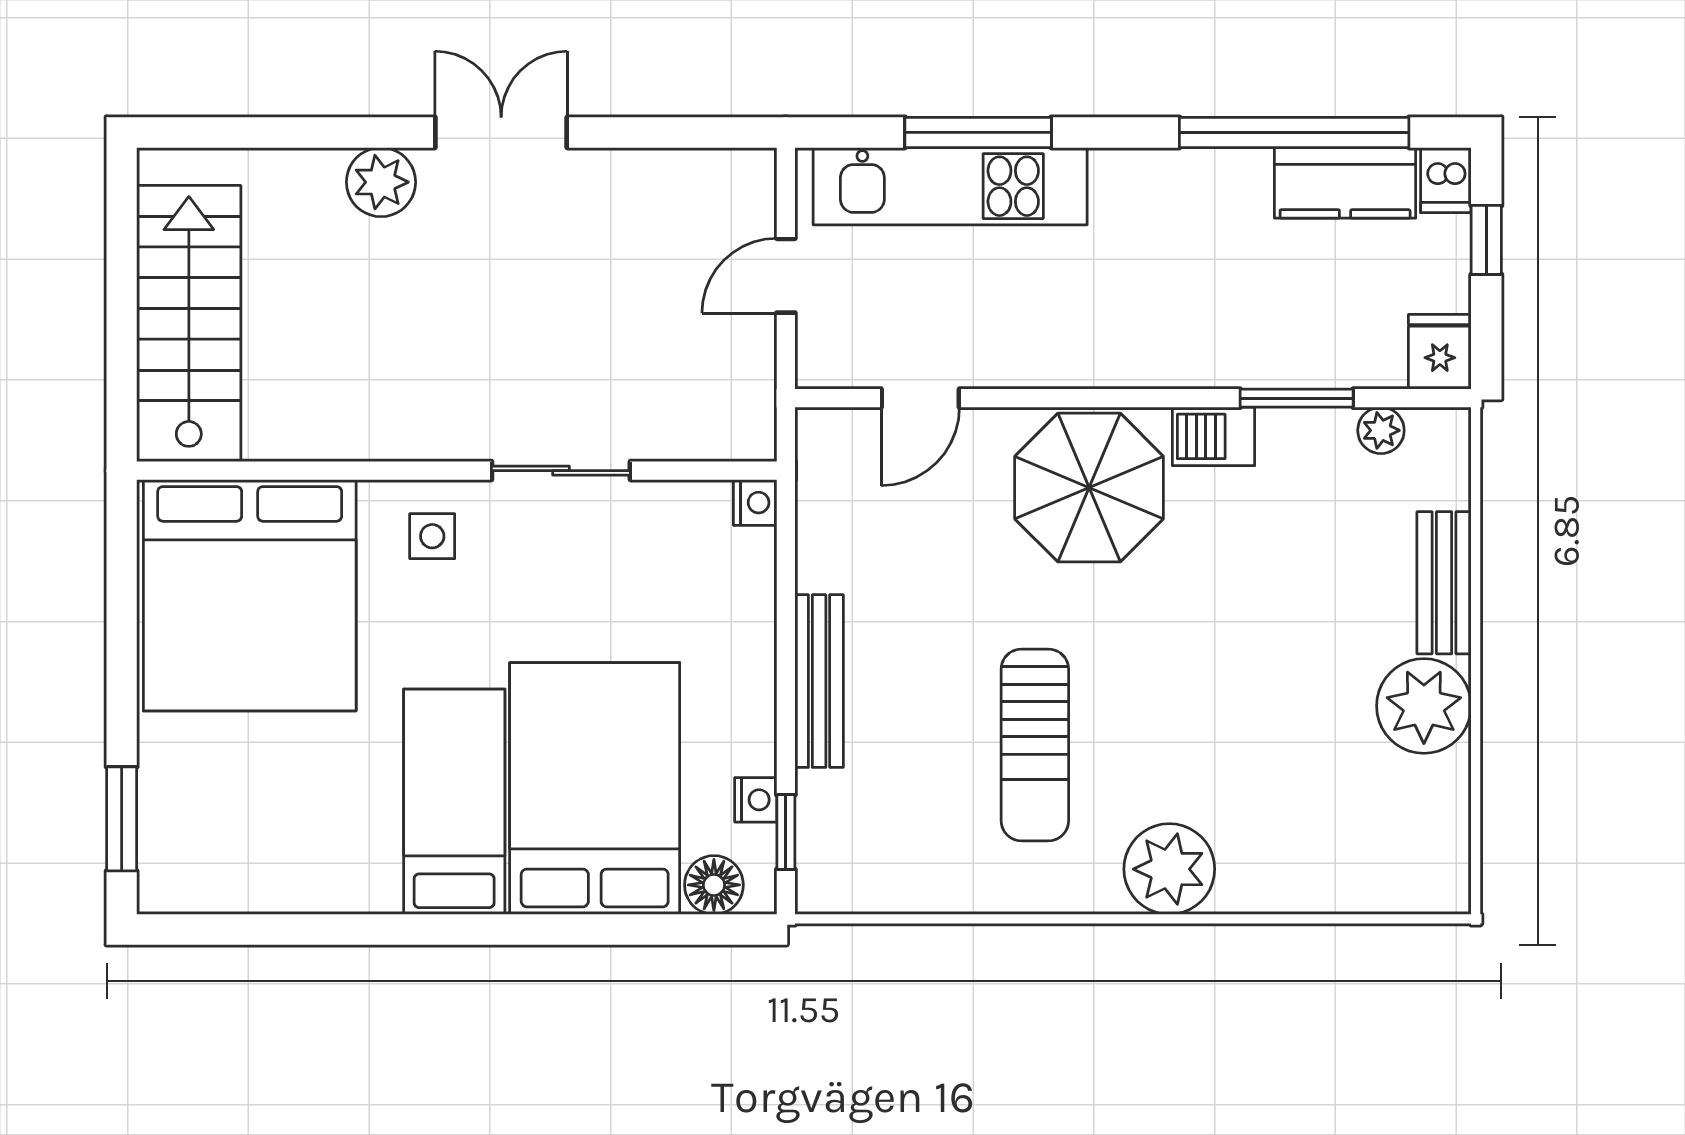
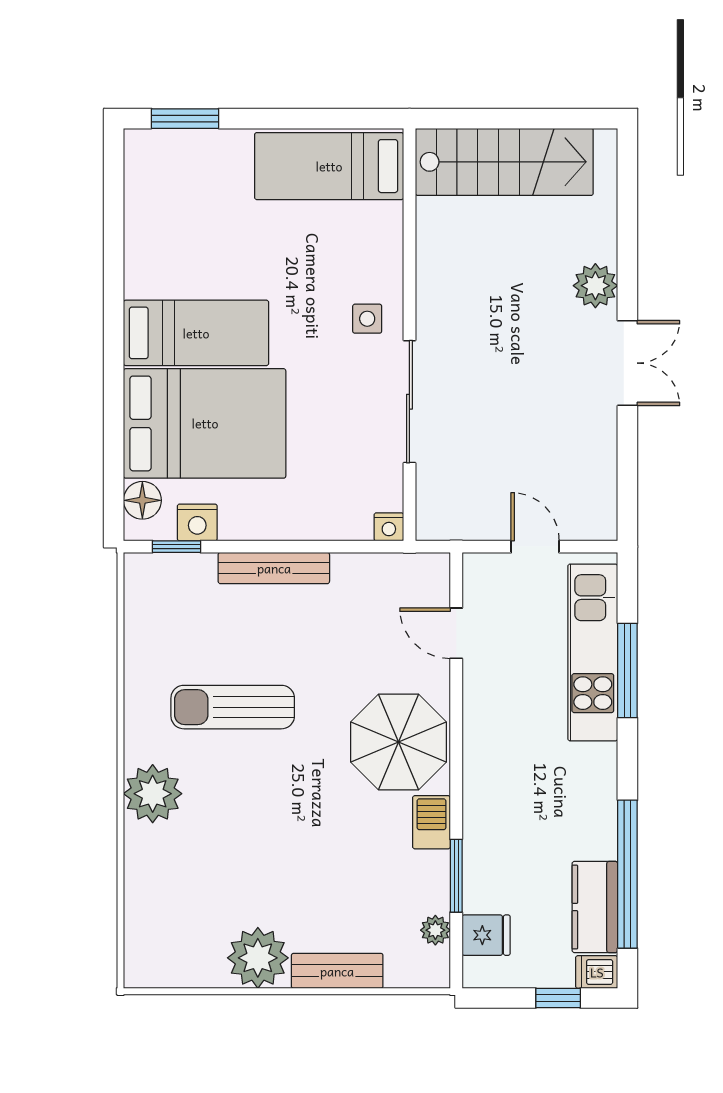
fridge: (1440, 352) -> (486, 935), moved
sliding door: (561, 471) -> (409, 402), width x1.37
bed: (250, 595) -> (329, 166), width x0.49
nightstand: (756, 800) -> (197, 522), width x1.39, depth x1.35

